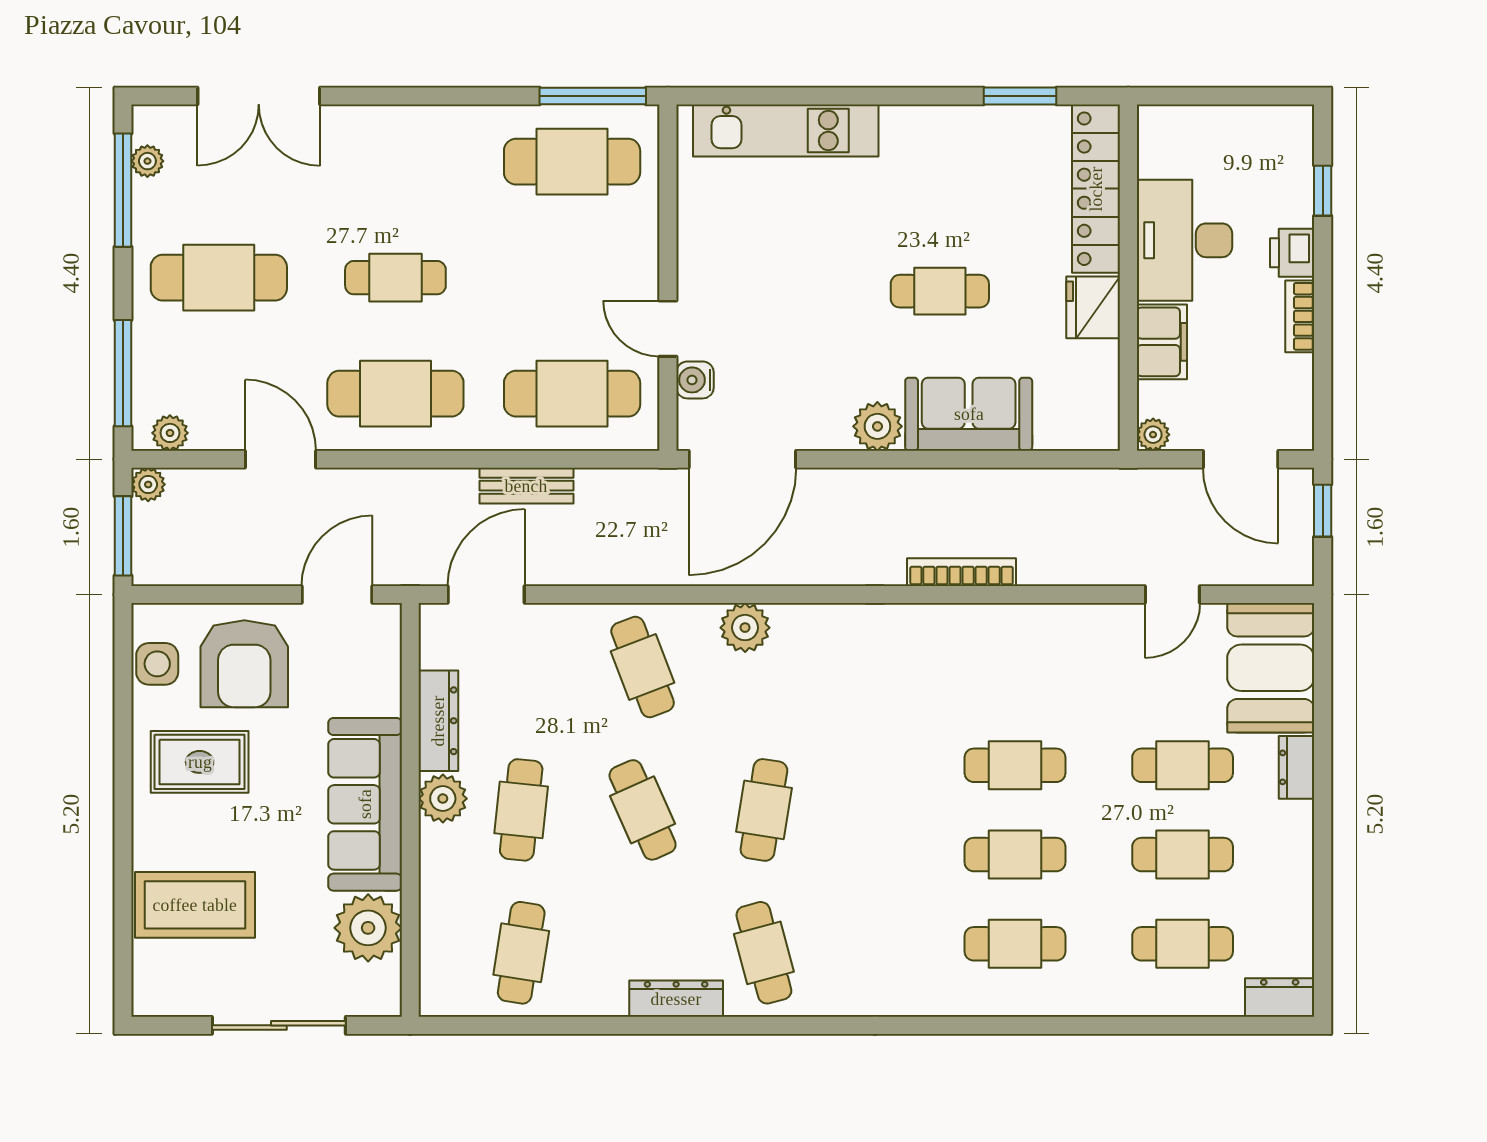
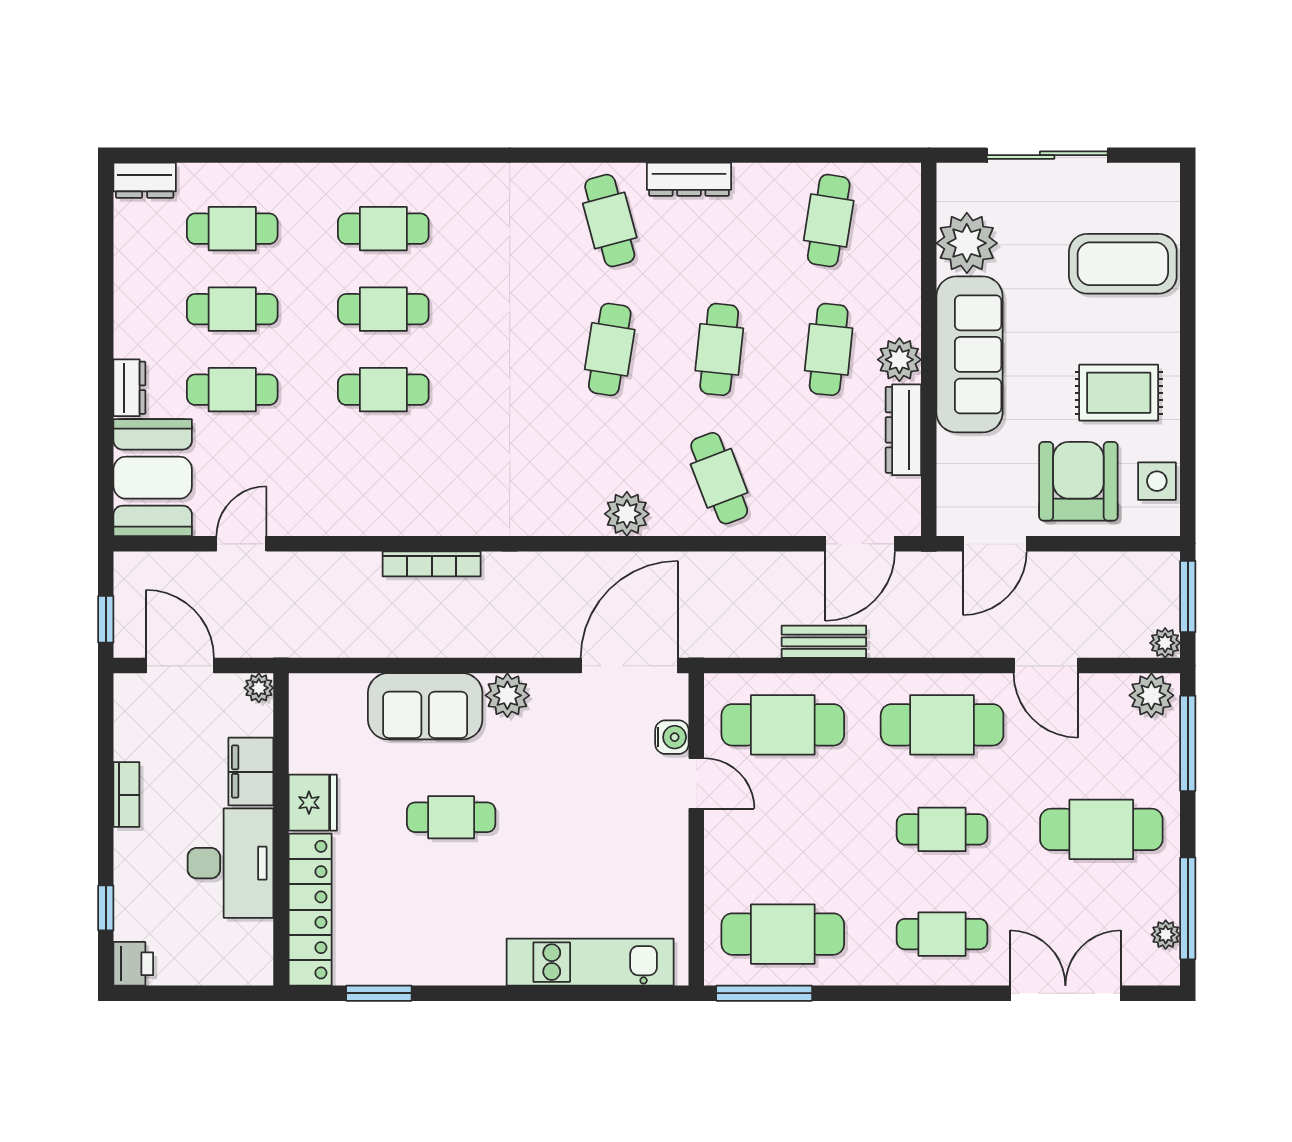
cafe table: (395, 162) -> (942, 934), added
printer: (1292, 253) -> (133, 964), moved
plant: (170, 433) -> (1151, 695), width x1.38, depth x1.38
cafe table: (643, 810) -> (719, 349), turned 30

